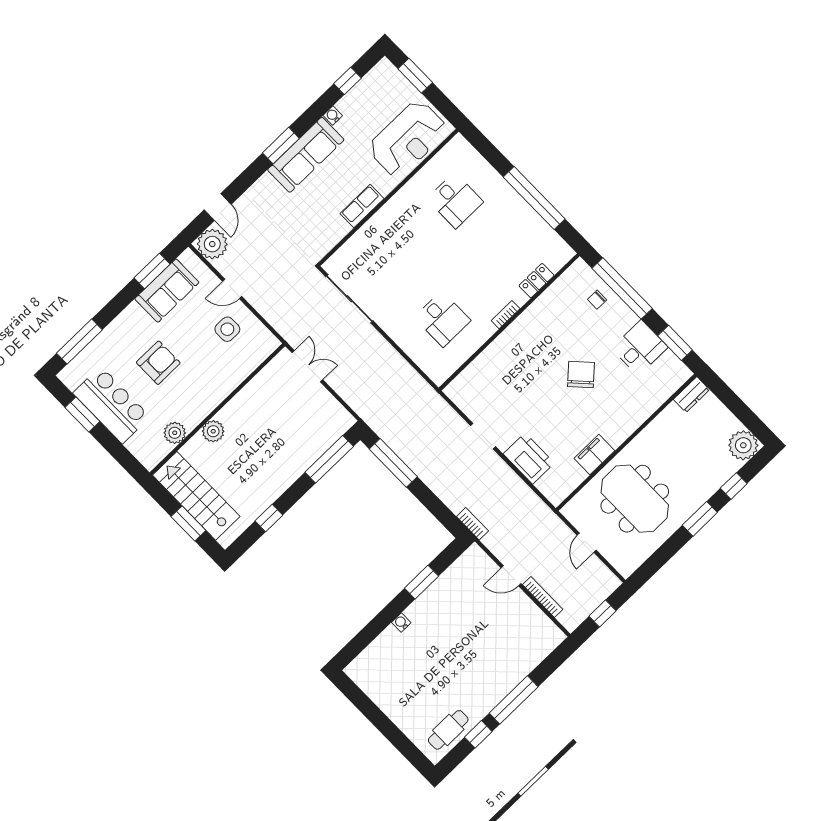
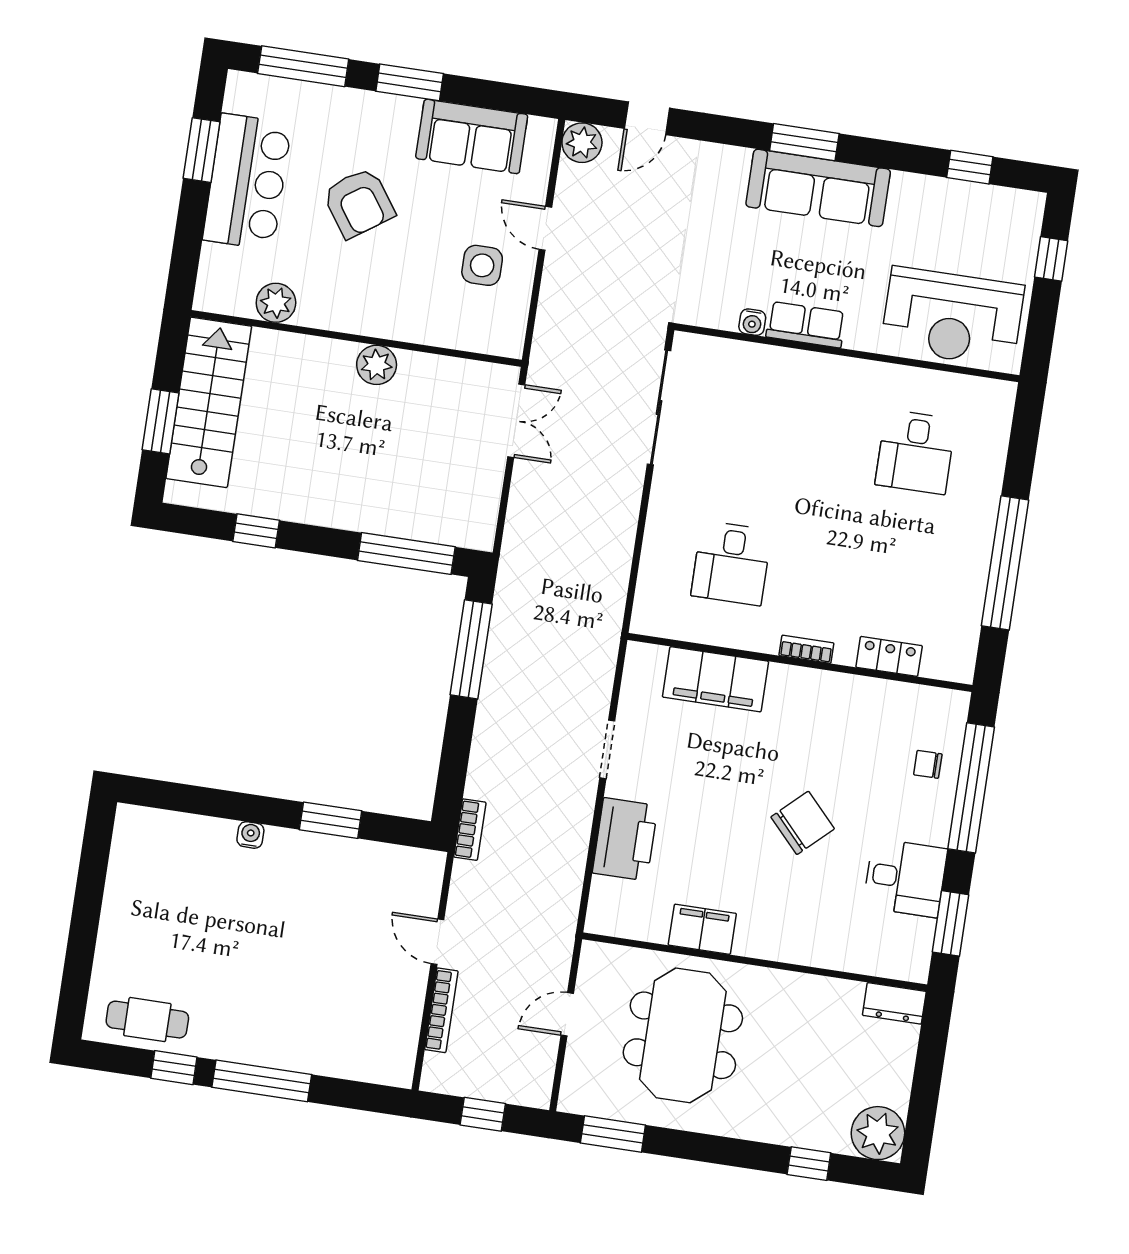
window: (415, 76) -> (1051, 259), width x0.67
water cooler: (333, 116) -> (752, 322), moved, turned 180
plant: (212, 244) -> (582, 143), width x0.73, depth x0.73
window: (152, 271) -> (410, 82), moved
armchair: (158, 363) -> (359, 203), turned 55
filing cabinet: (488, 365) -> (715, 679), added
plant: (213, 431) -> (377, 365), moved
window: (700, 519) -> (613, 1134), moved

